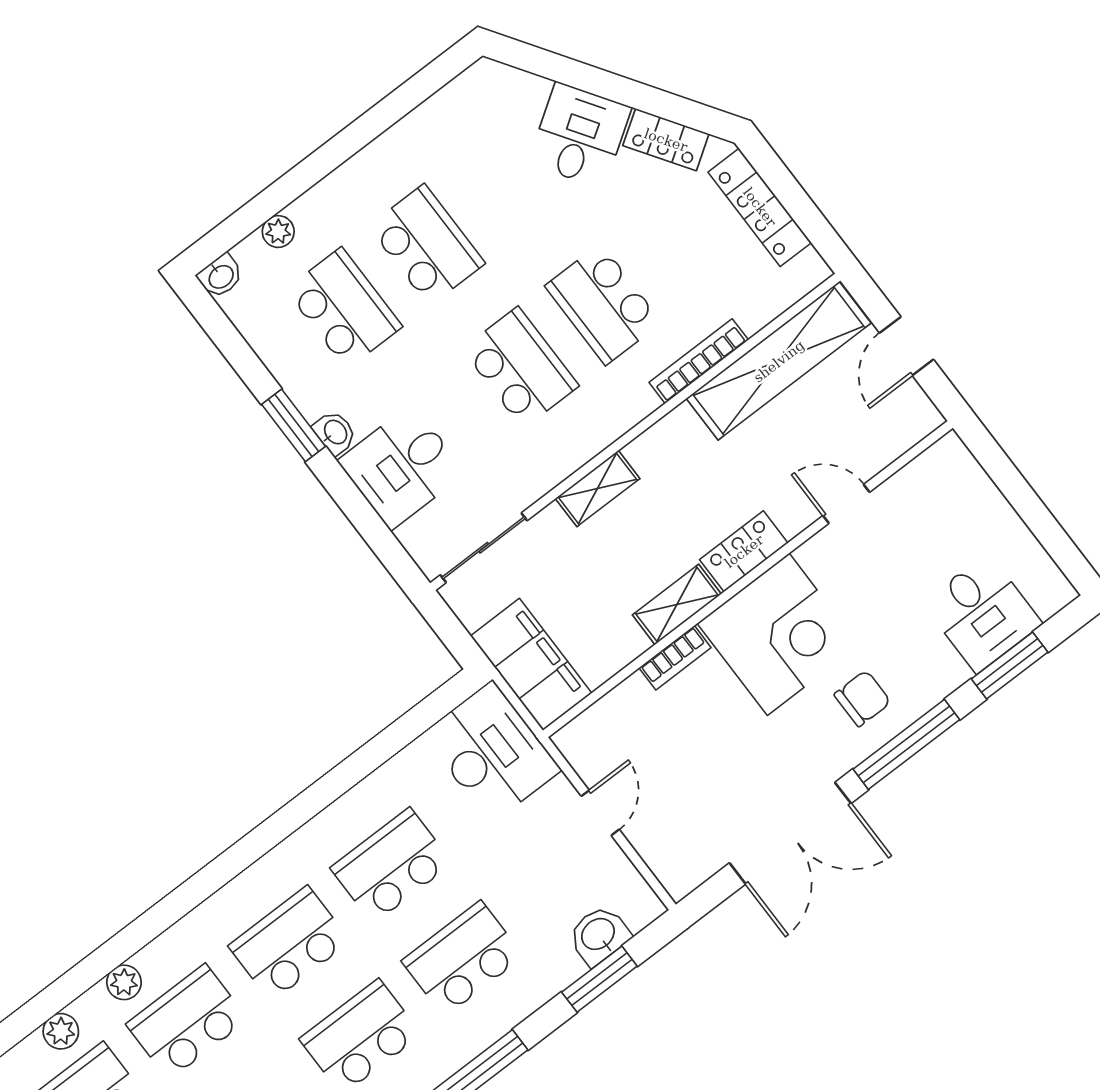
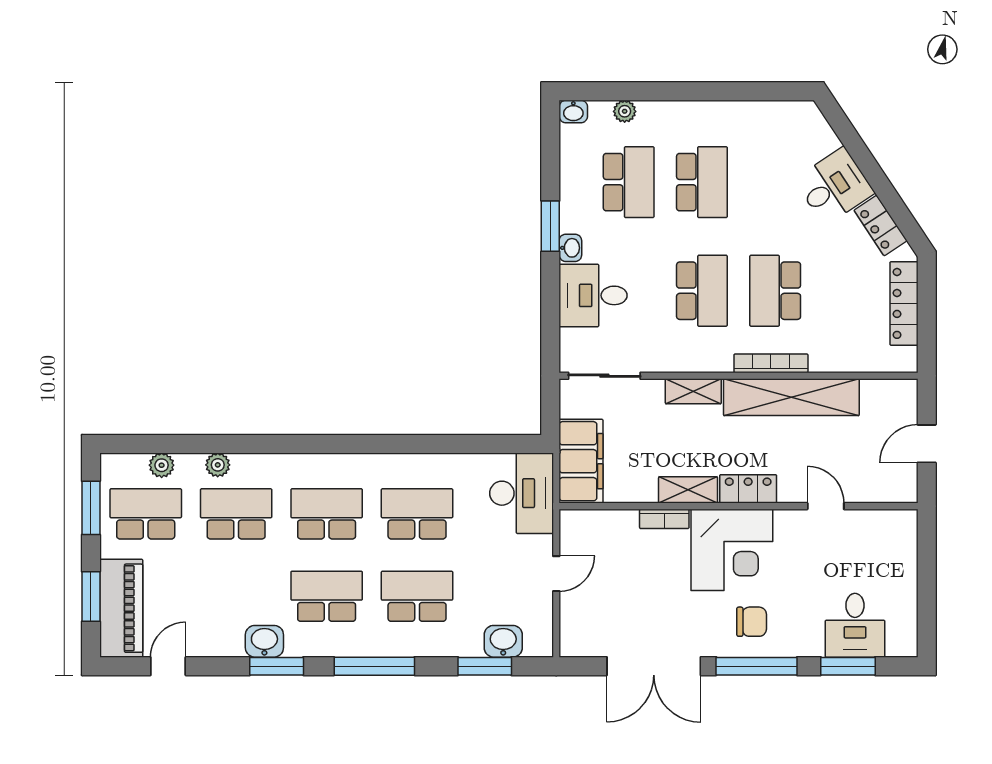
bookcase: (699, 361) -> (771, 363), moved
shelving: (779, 361) -> (791, 397), moved

